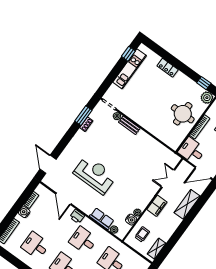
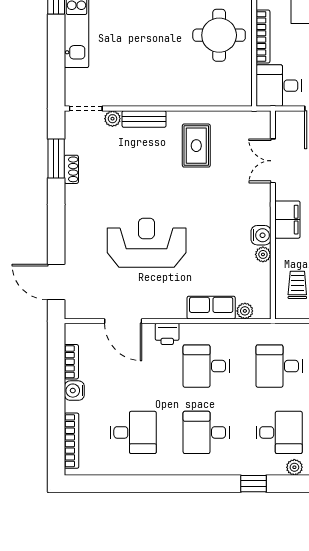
rug: (142, 151) -> (196, 146), added
water cooler: (131, 220) -> (261, 235), moved
desk: (35, 245) -> (133, 432), turned 180

